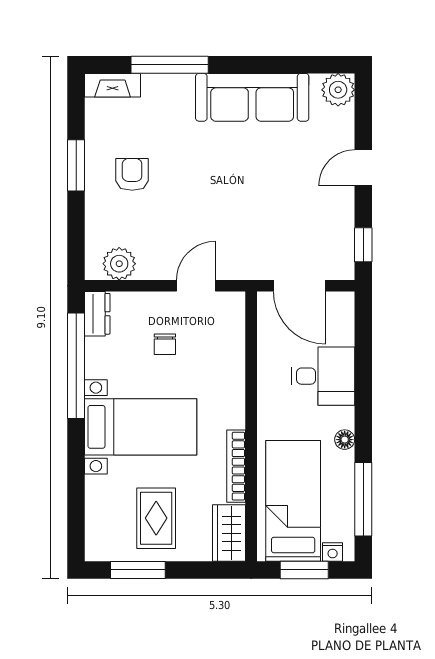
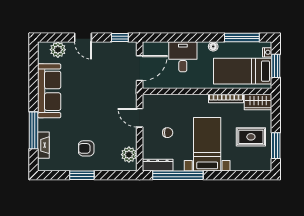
fireplace: (113, 85) -> (43, 145), moved
plant: (338, 90) -> (58, 50), moved
dresser: (97, 314) -> (158, 165), width x1.44

